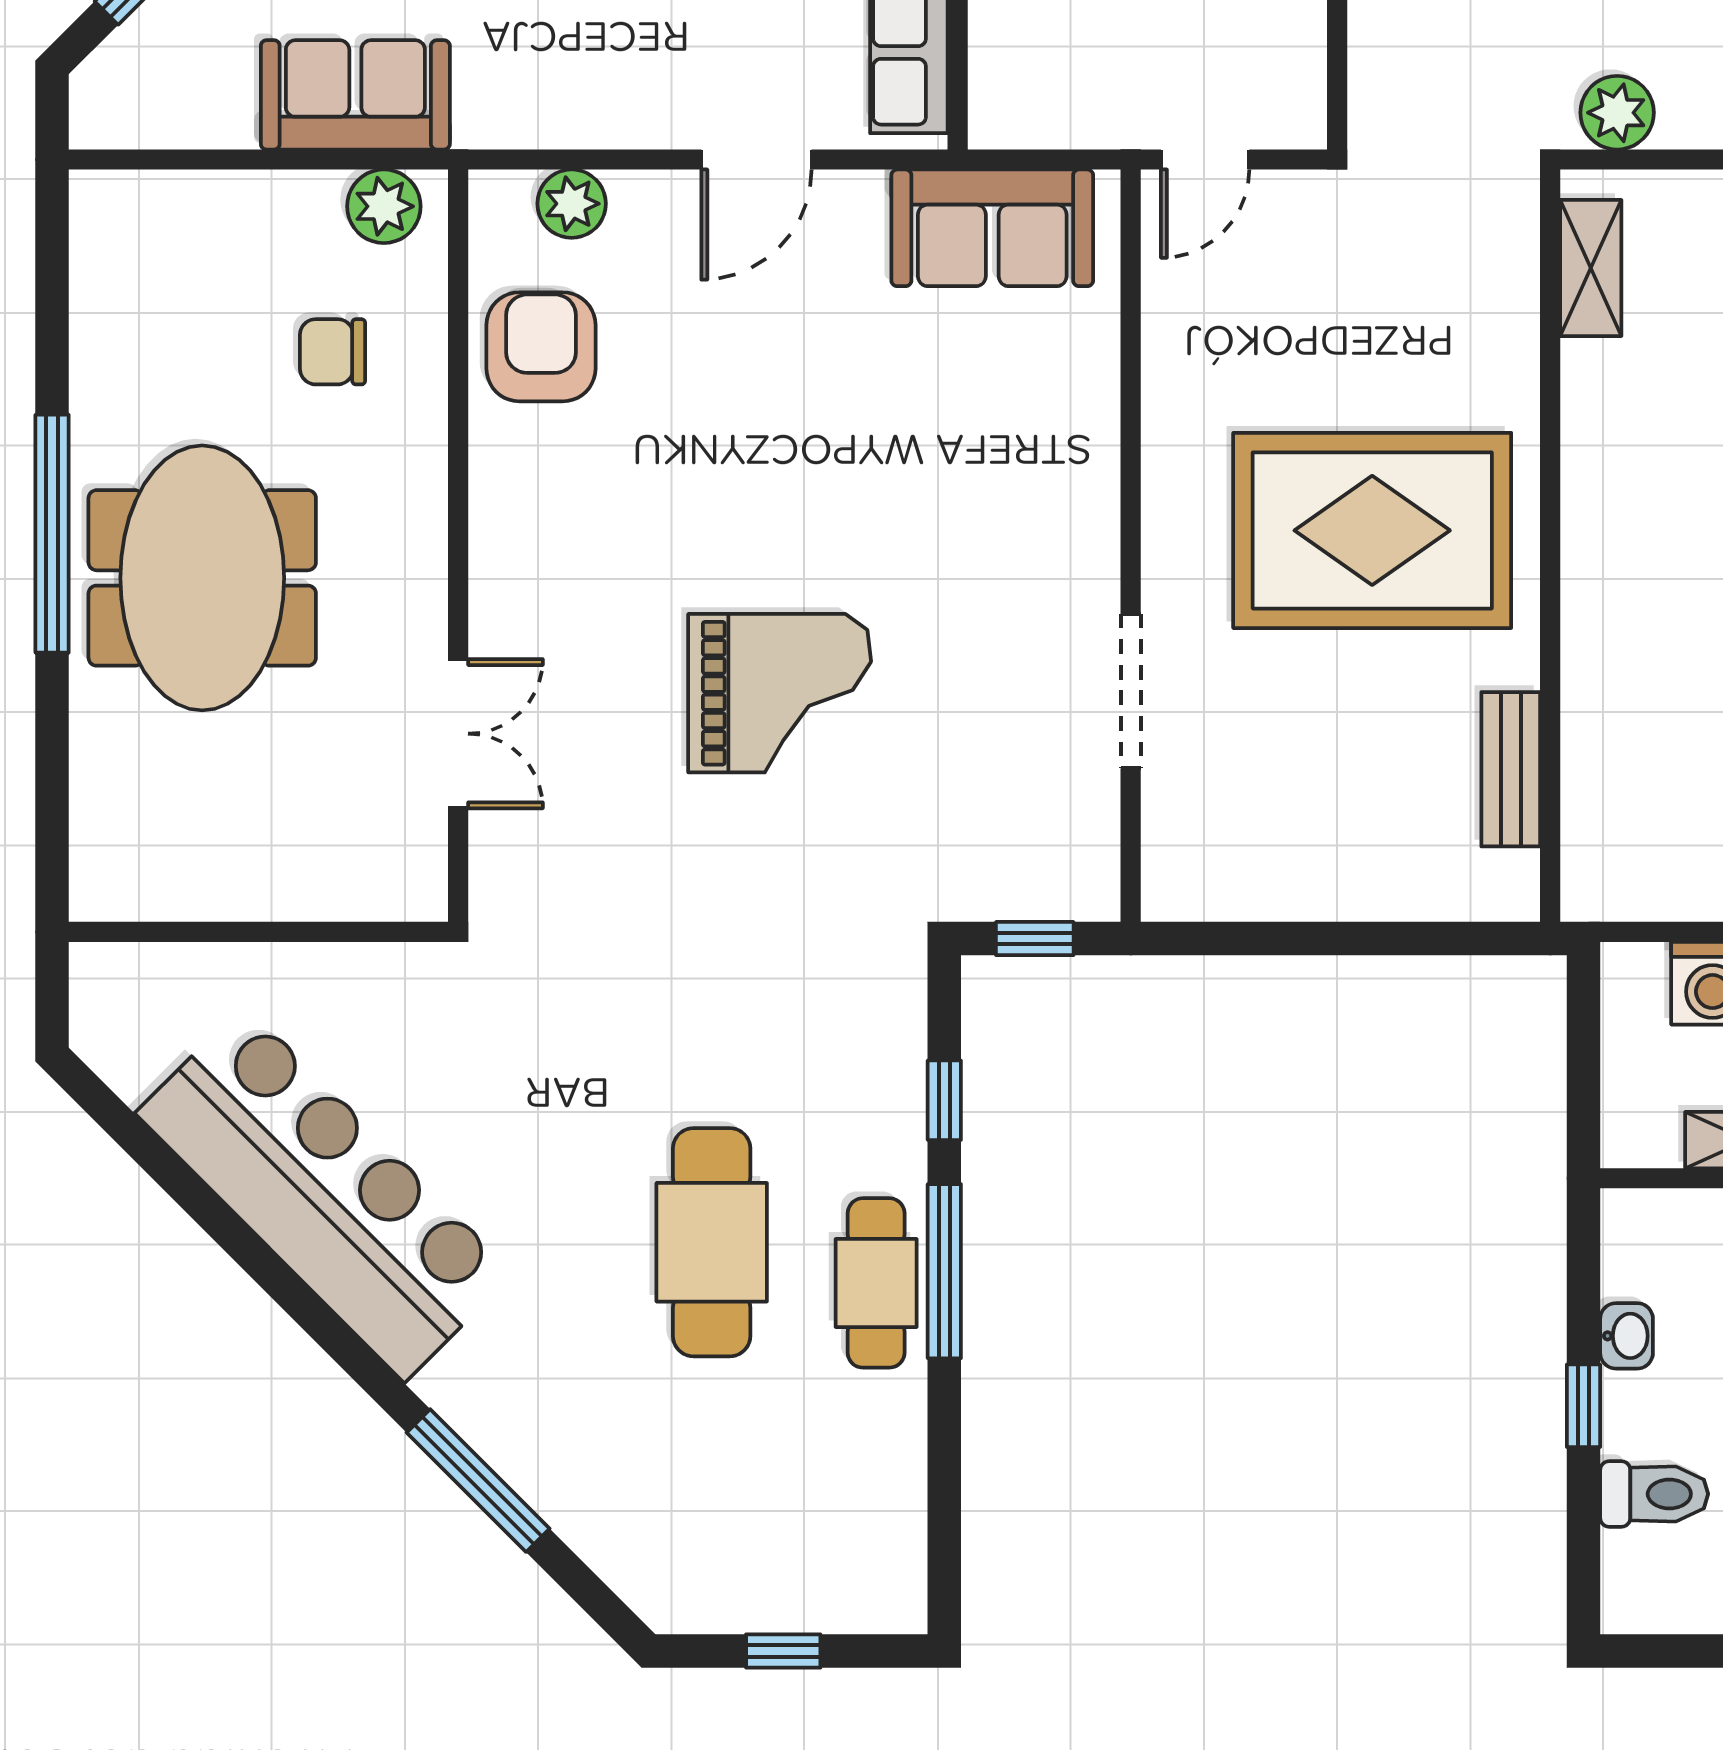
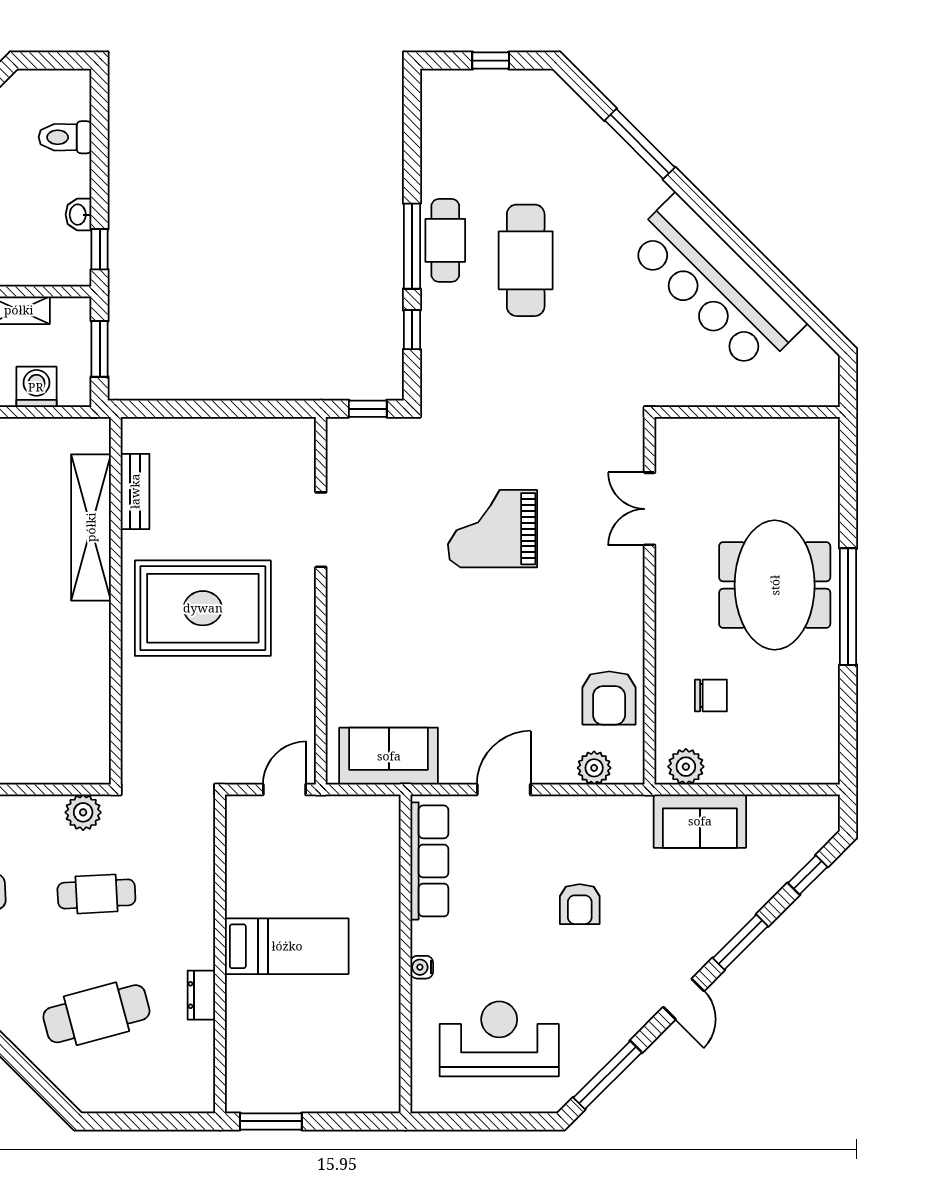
shelving: (1591, 268) -> (91, 527), moved, width x2.20, depth x1.33
window: (1583, 1061) -> (100, 349), added
window: (1583, 1406) -> (100, 249), moved

